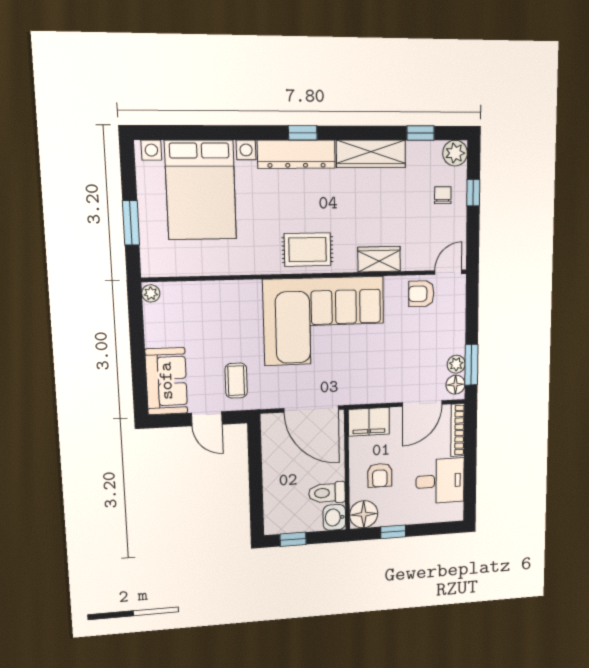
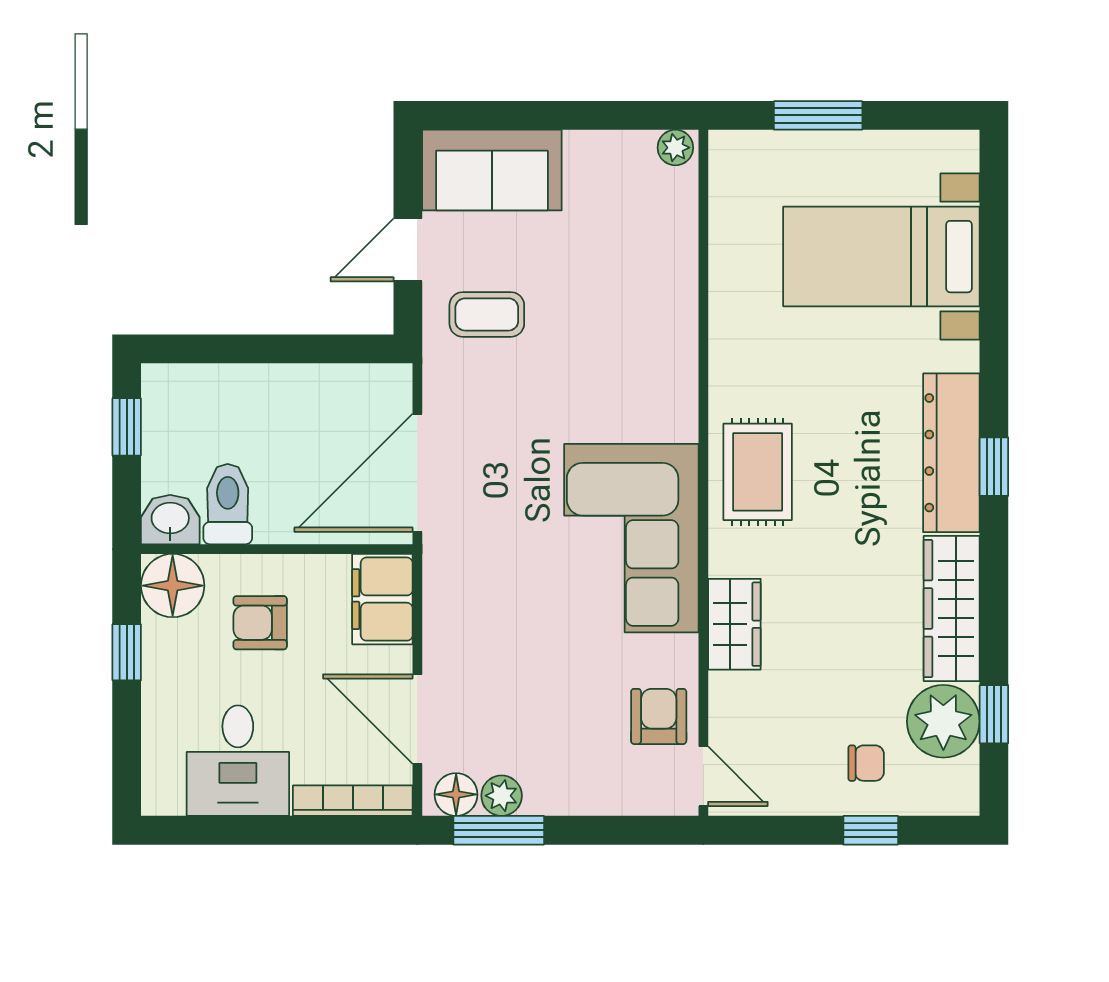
plant: (455, 153) -> (943, 721), moved, width x1.36, depth x1.36
bed with nightstands: (201, 190) -> (881, 257), width x0.73
corner sofa: (324, 321) -> (631, 538), width x0.73, depth x0.74

